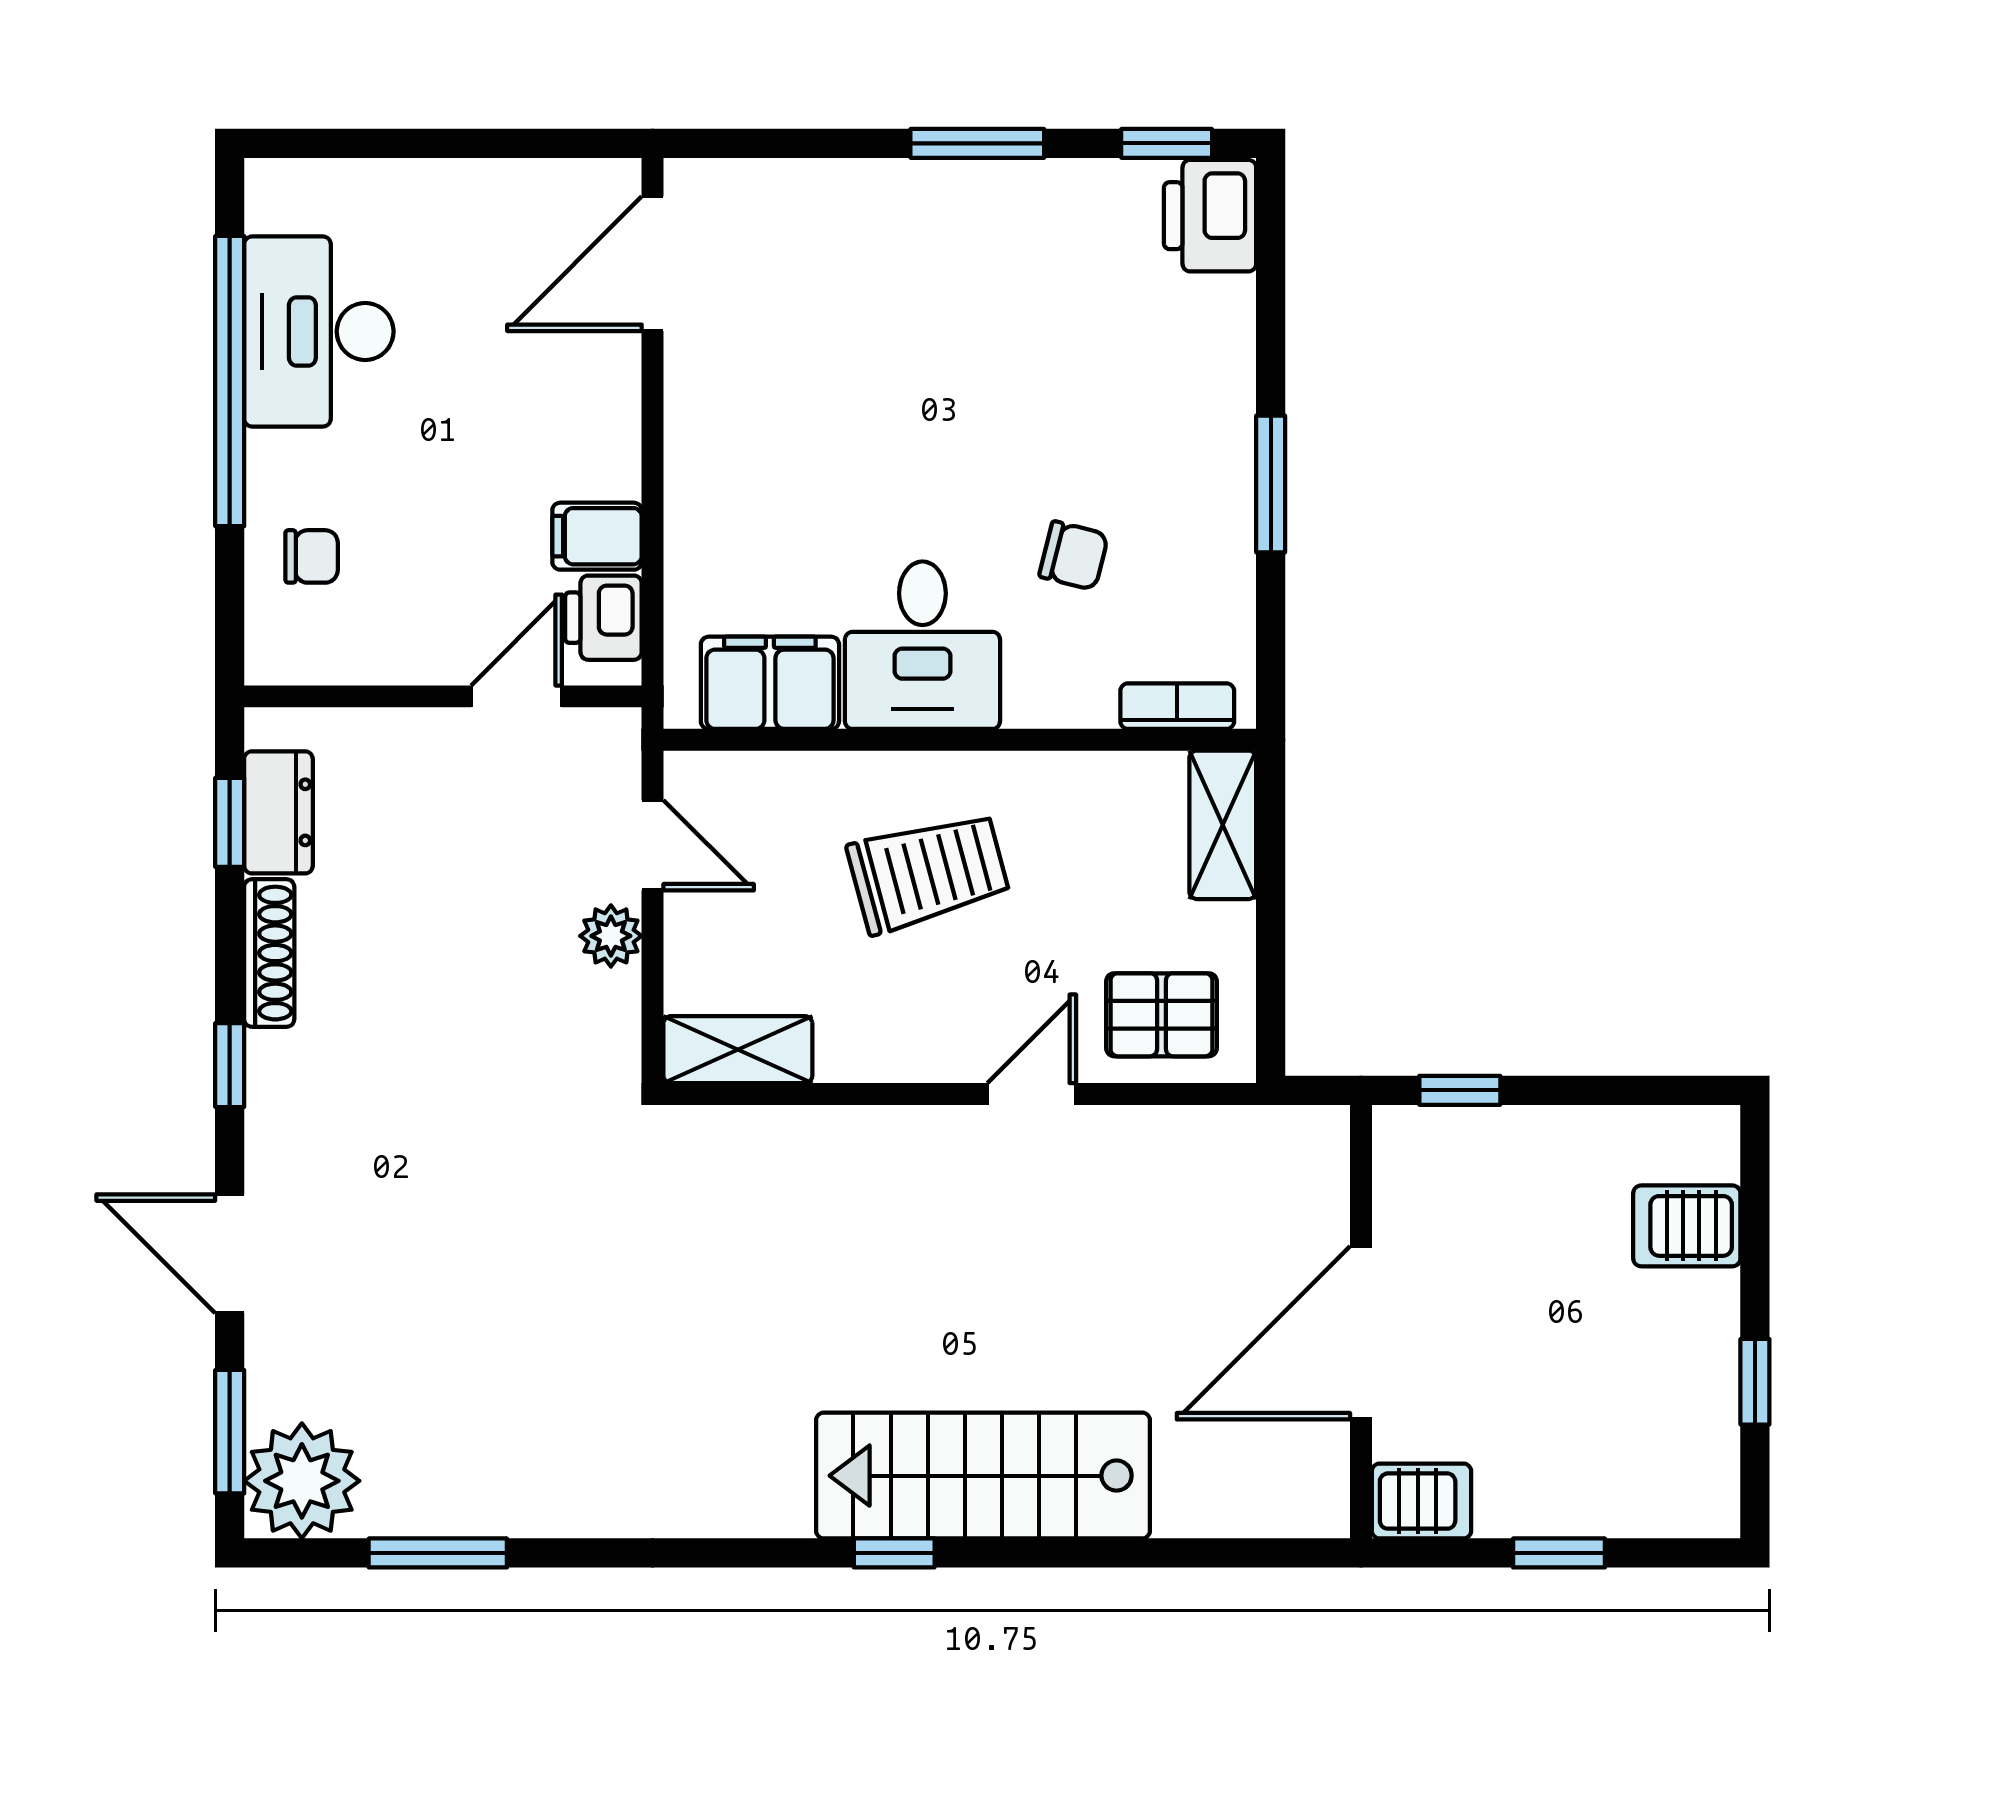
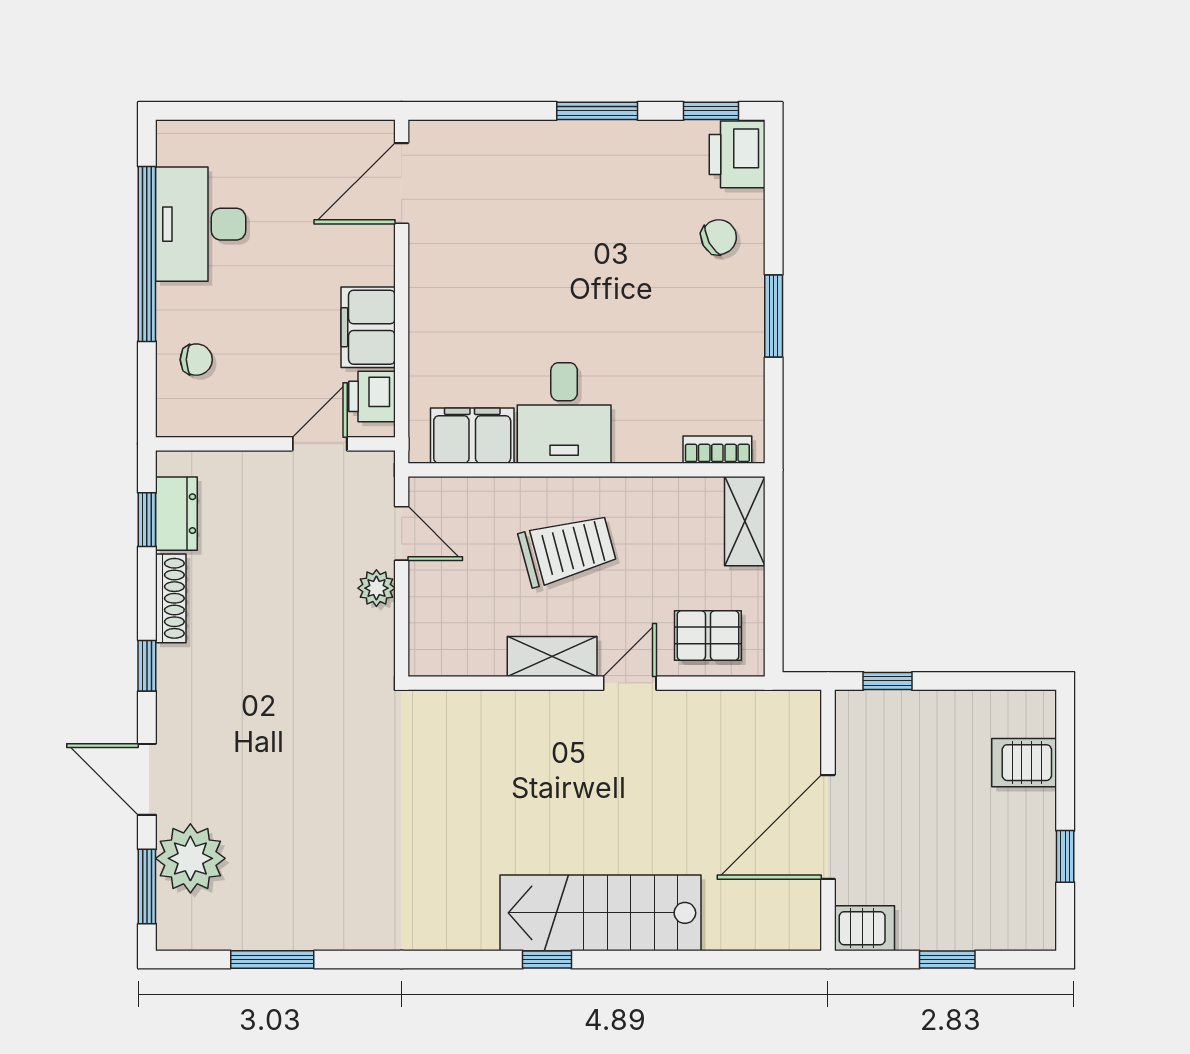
filing cabinet: (597, 536) -> (368, 327), width x2.00
chair: (1074, 556) -> (719, 237), moved, turned -42
shelving: (738, 1050) -> (552, 656), moved
plant: (302, 1481) -> (190, 858), moved

